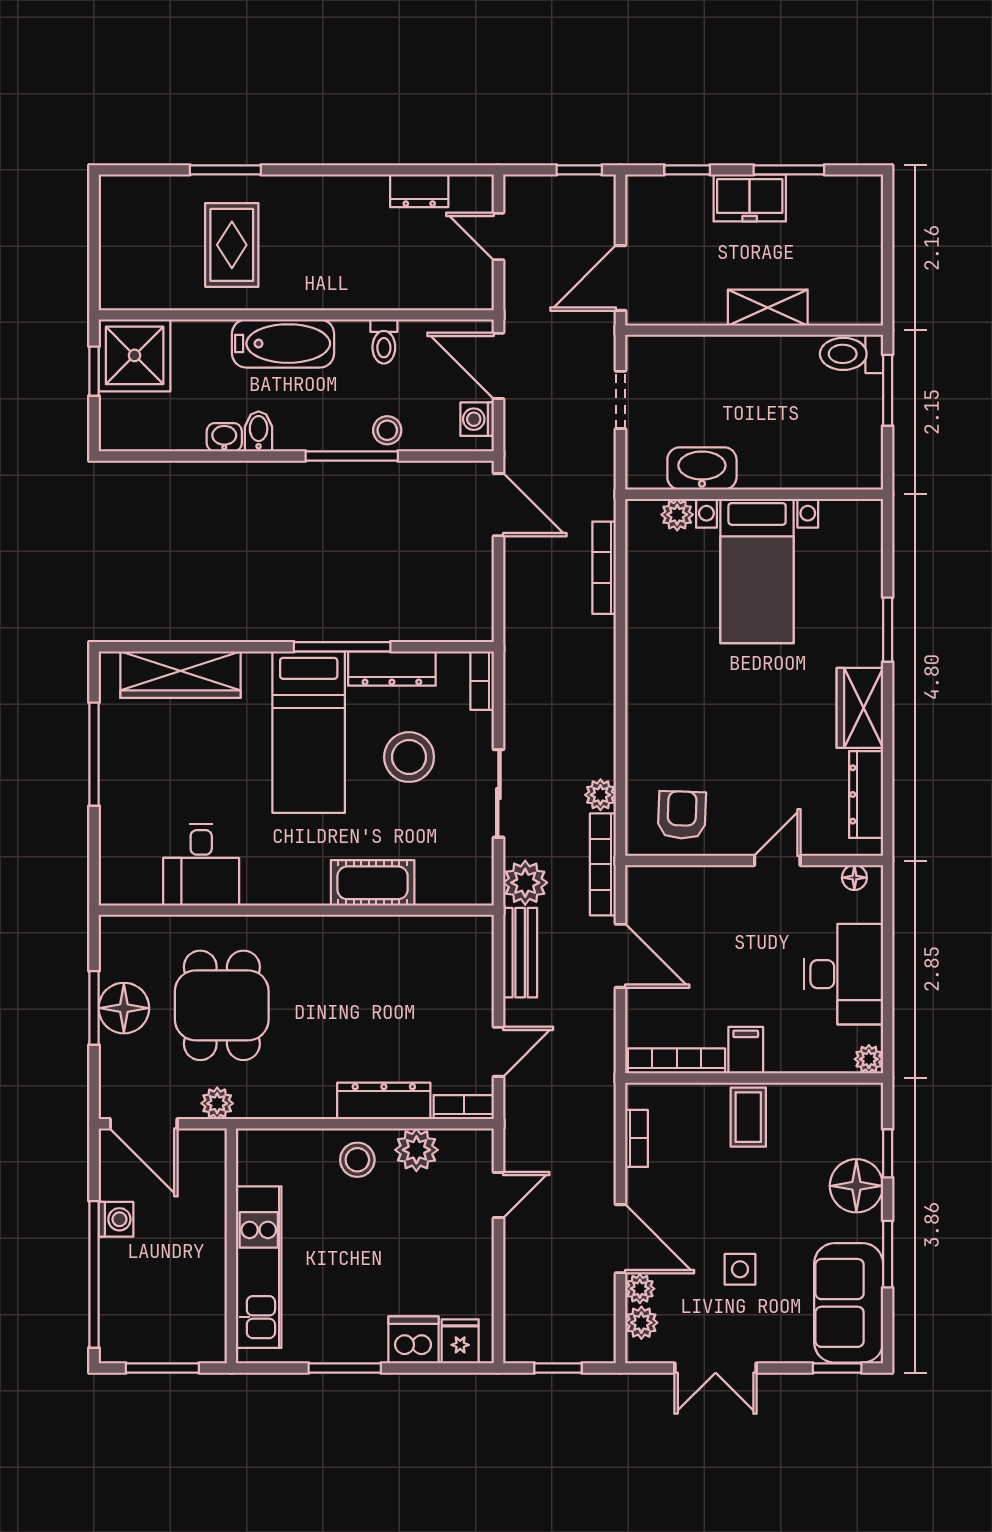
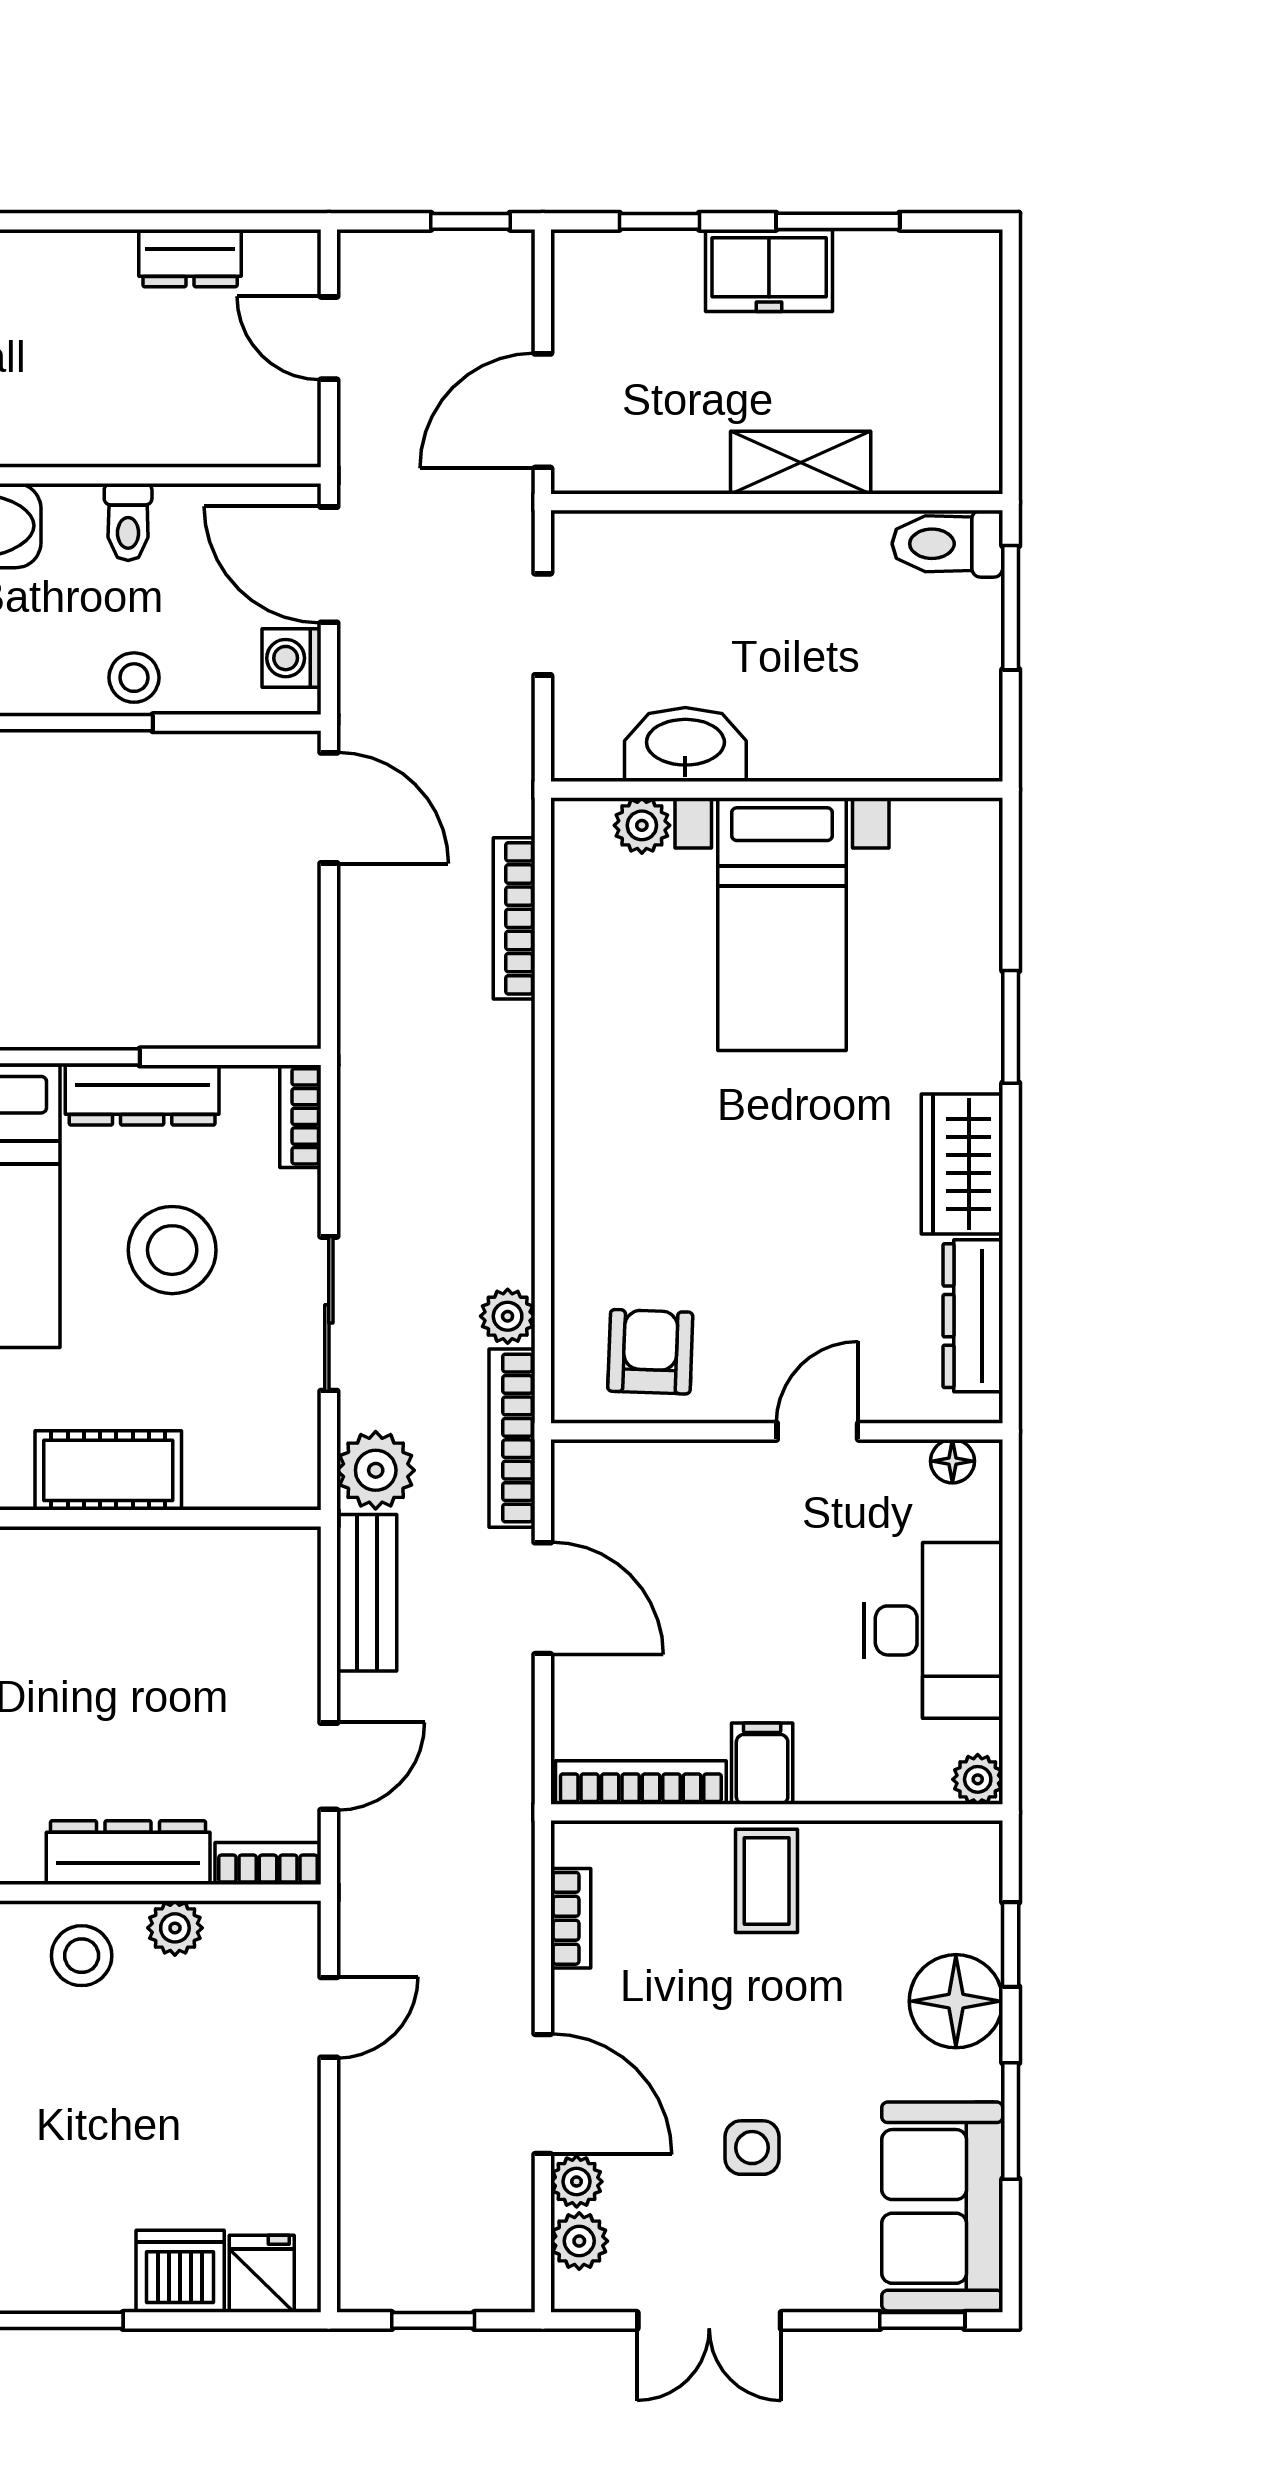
plant: (416, 1150) -> (175, 1928), width x0.73, depth x0.73

